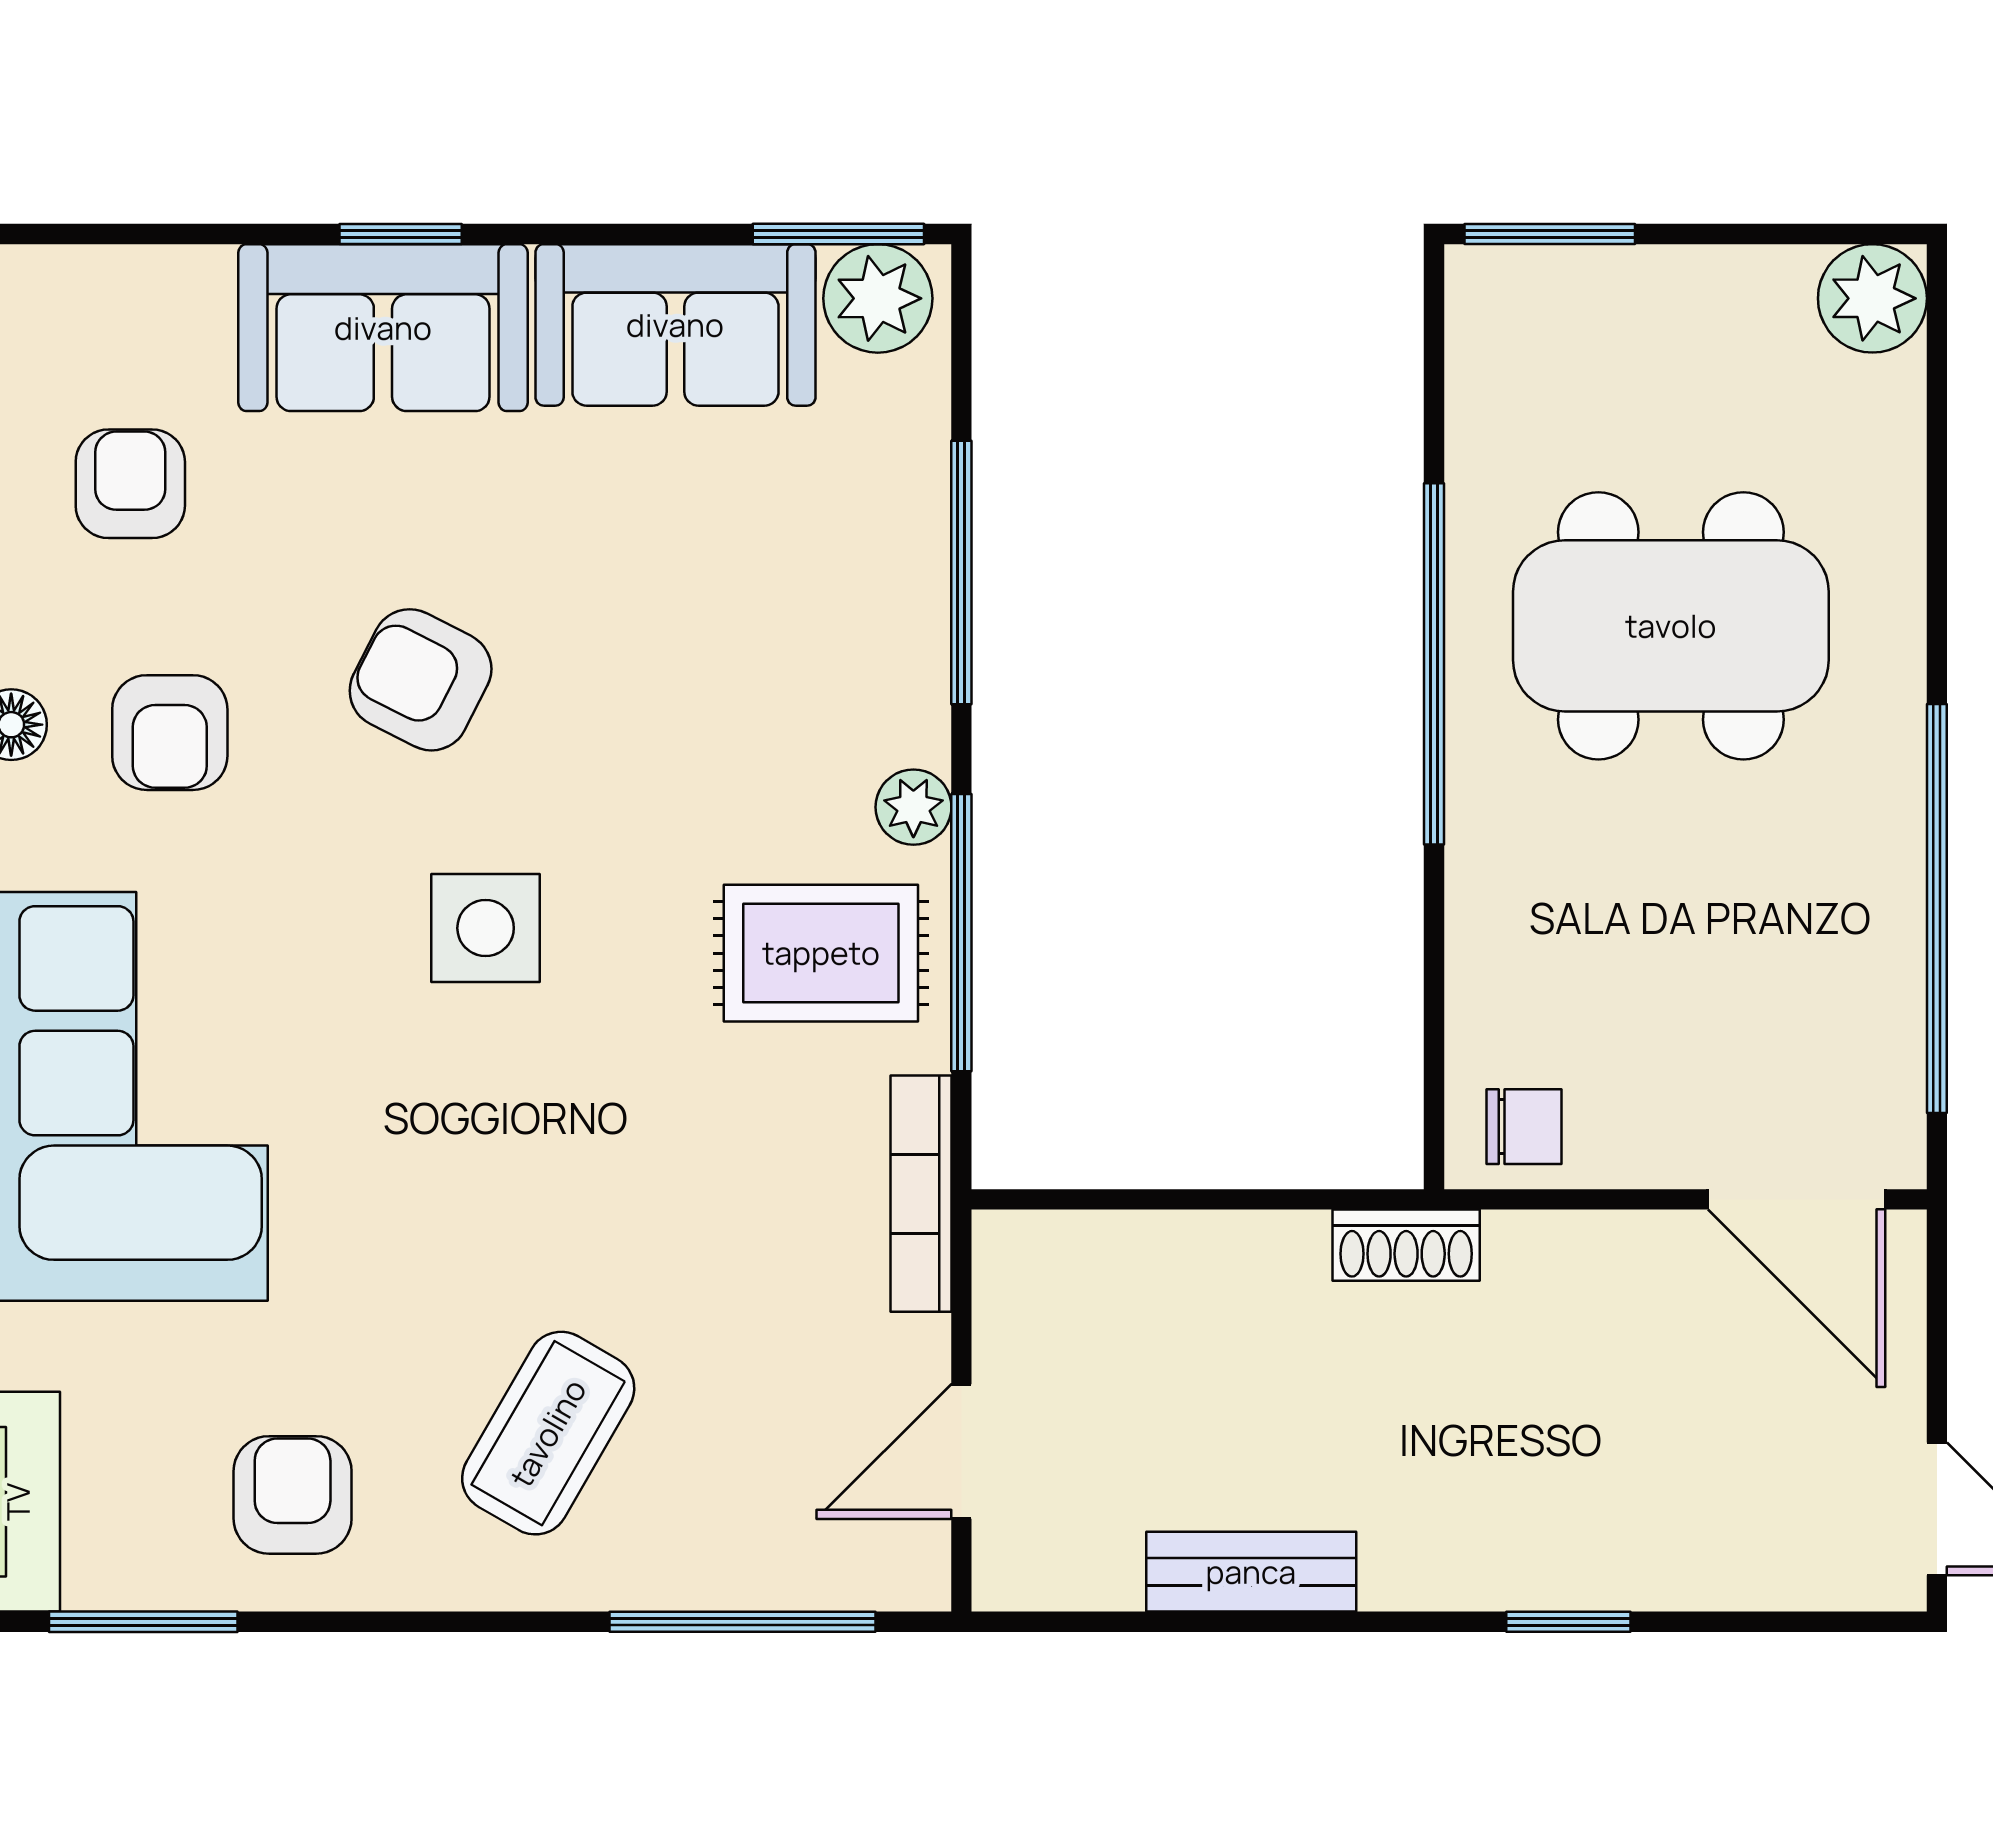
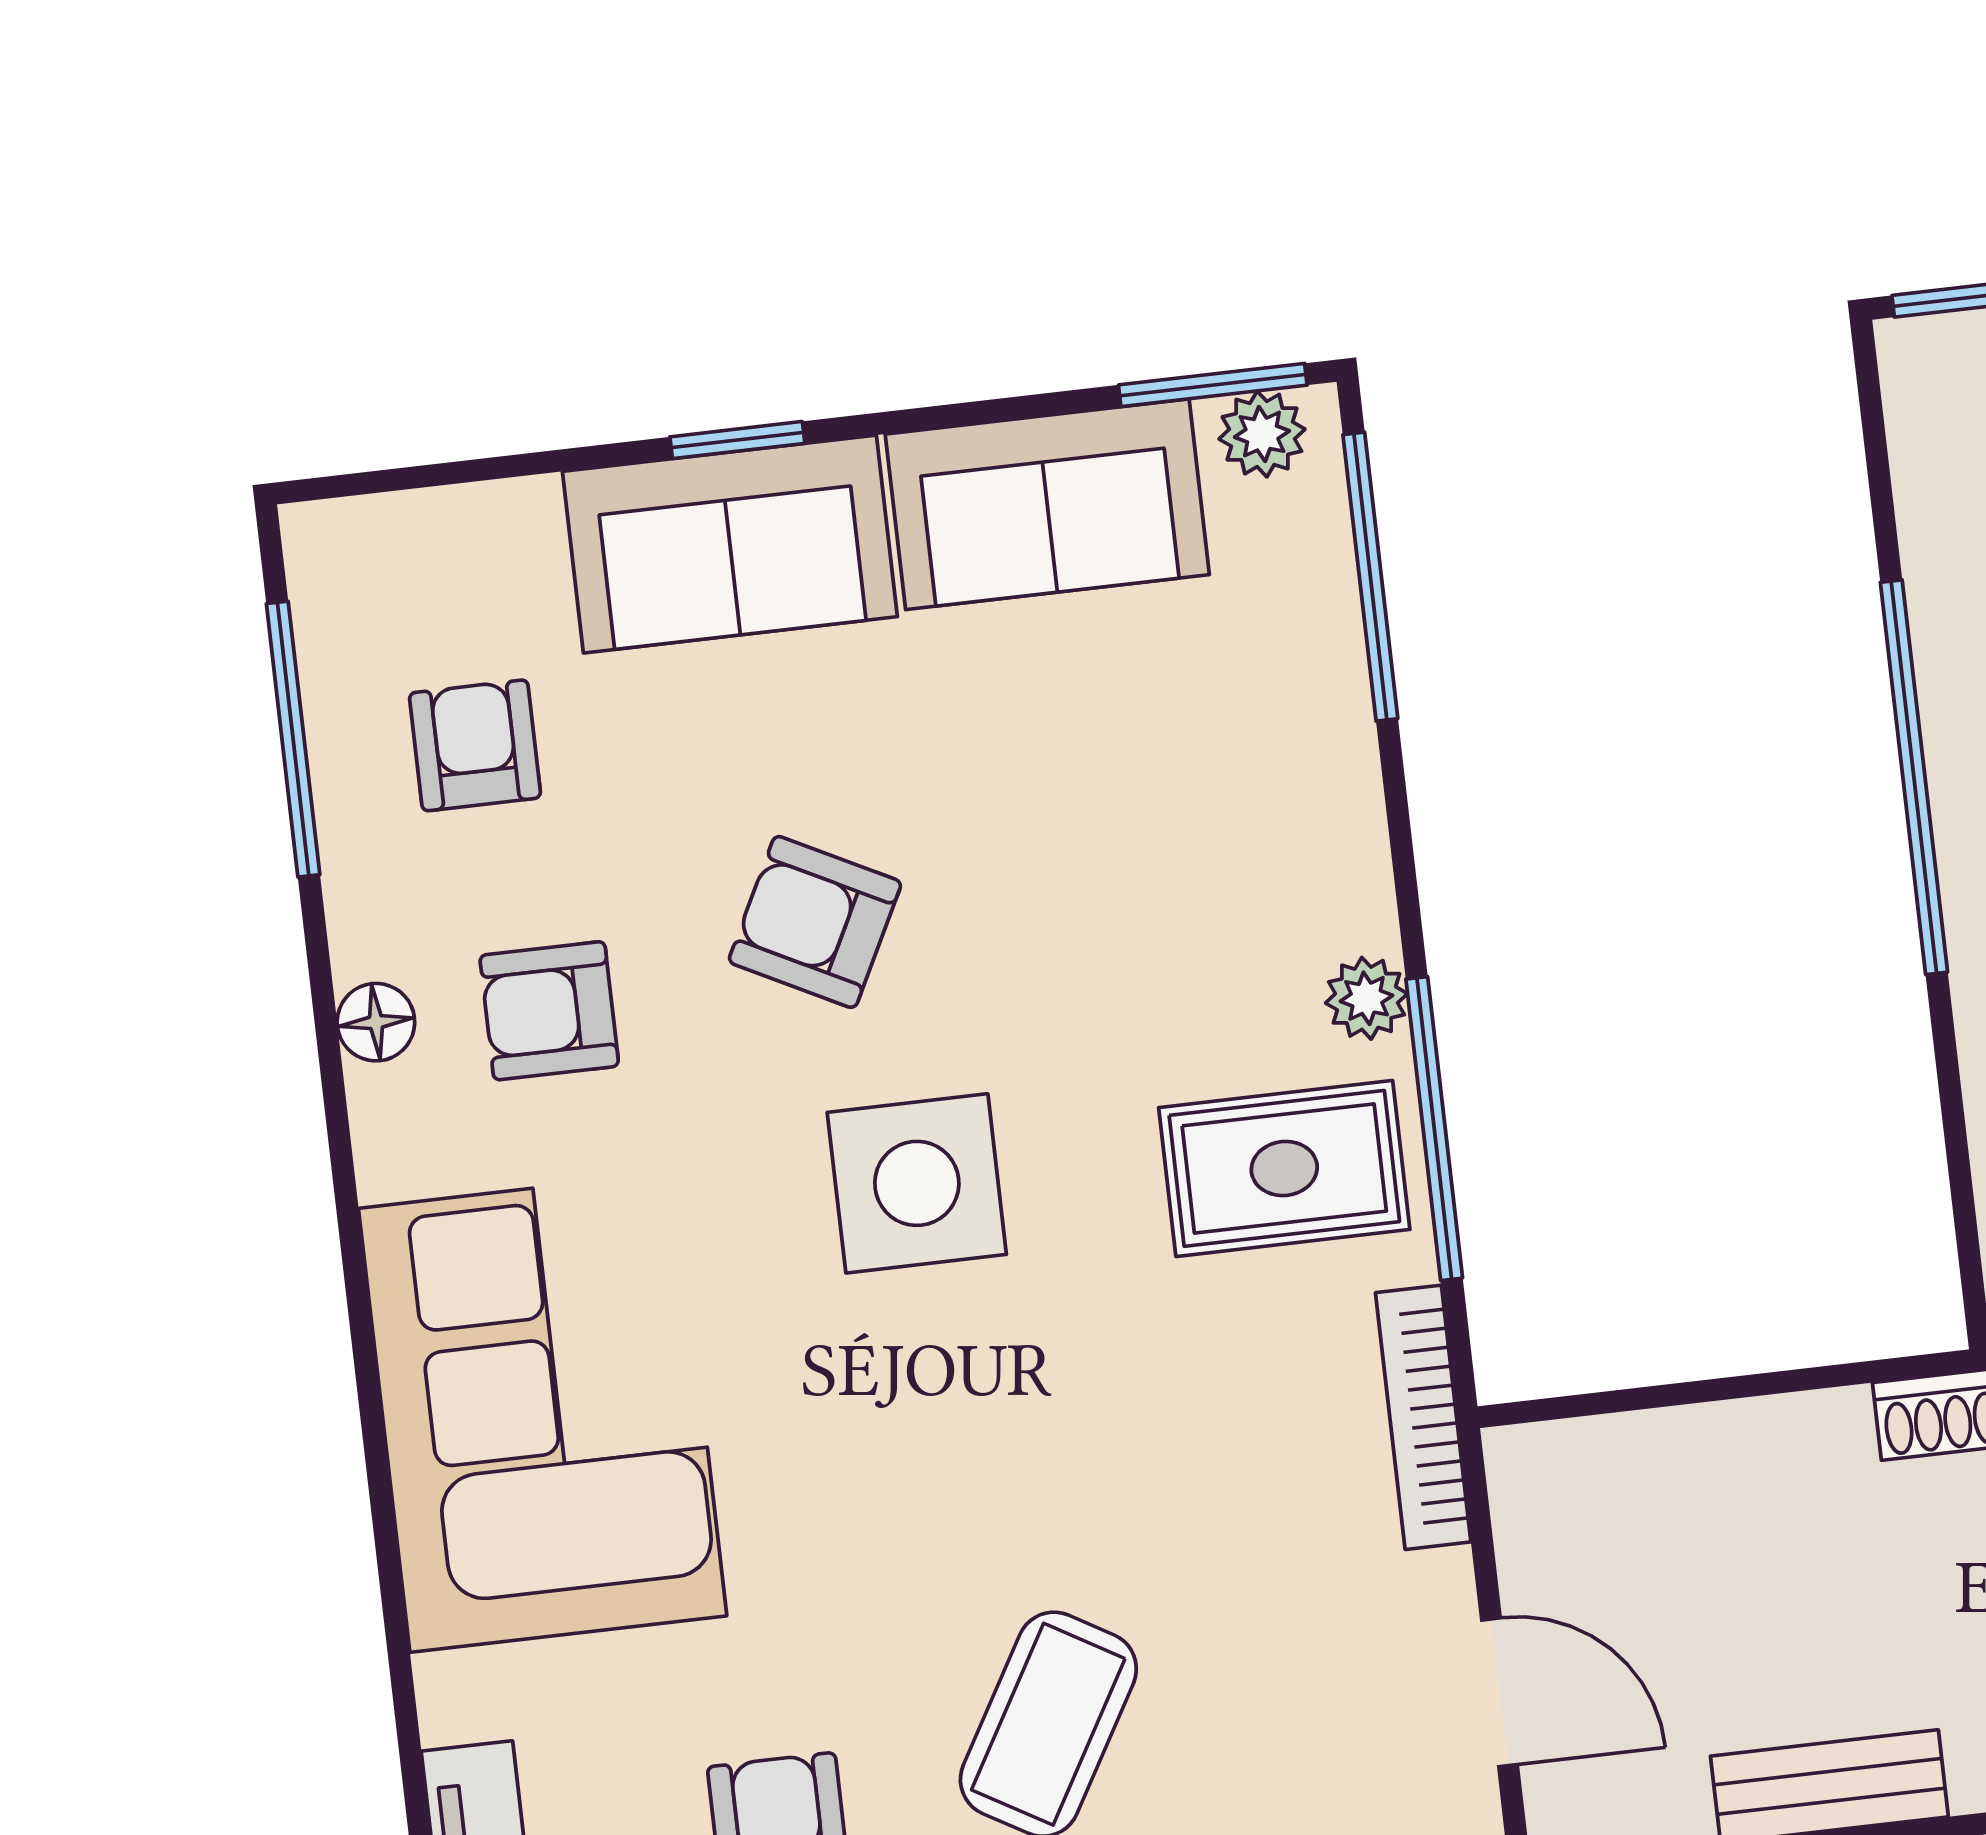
plant: (878, 298) -> (1262, 434), width x0.73, depth x0.73
window: (961, 572) -> (1370, 577), moved
armchair: (170, 733) -> (549, 1011), turned 90
side table: (486, 928) -> (917, 1183), width x1.37, depth x1.37
door: (961, 1452) -> (1499, 1692), swing flipped

